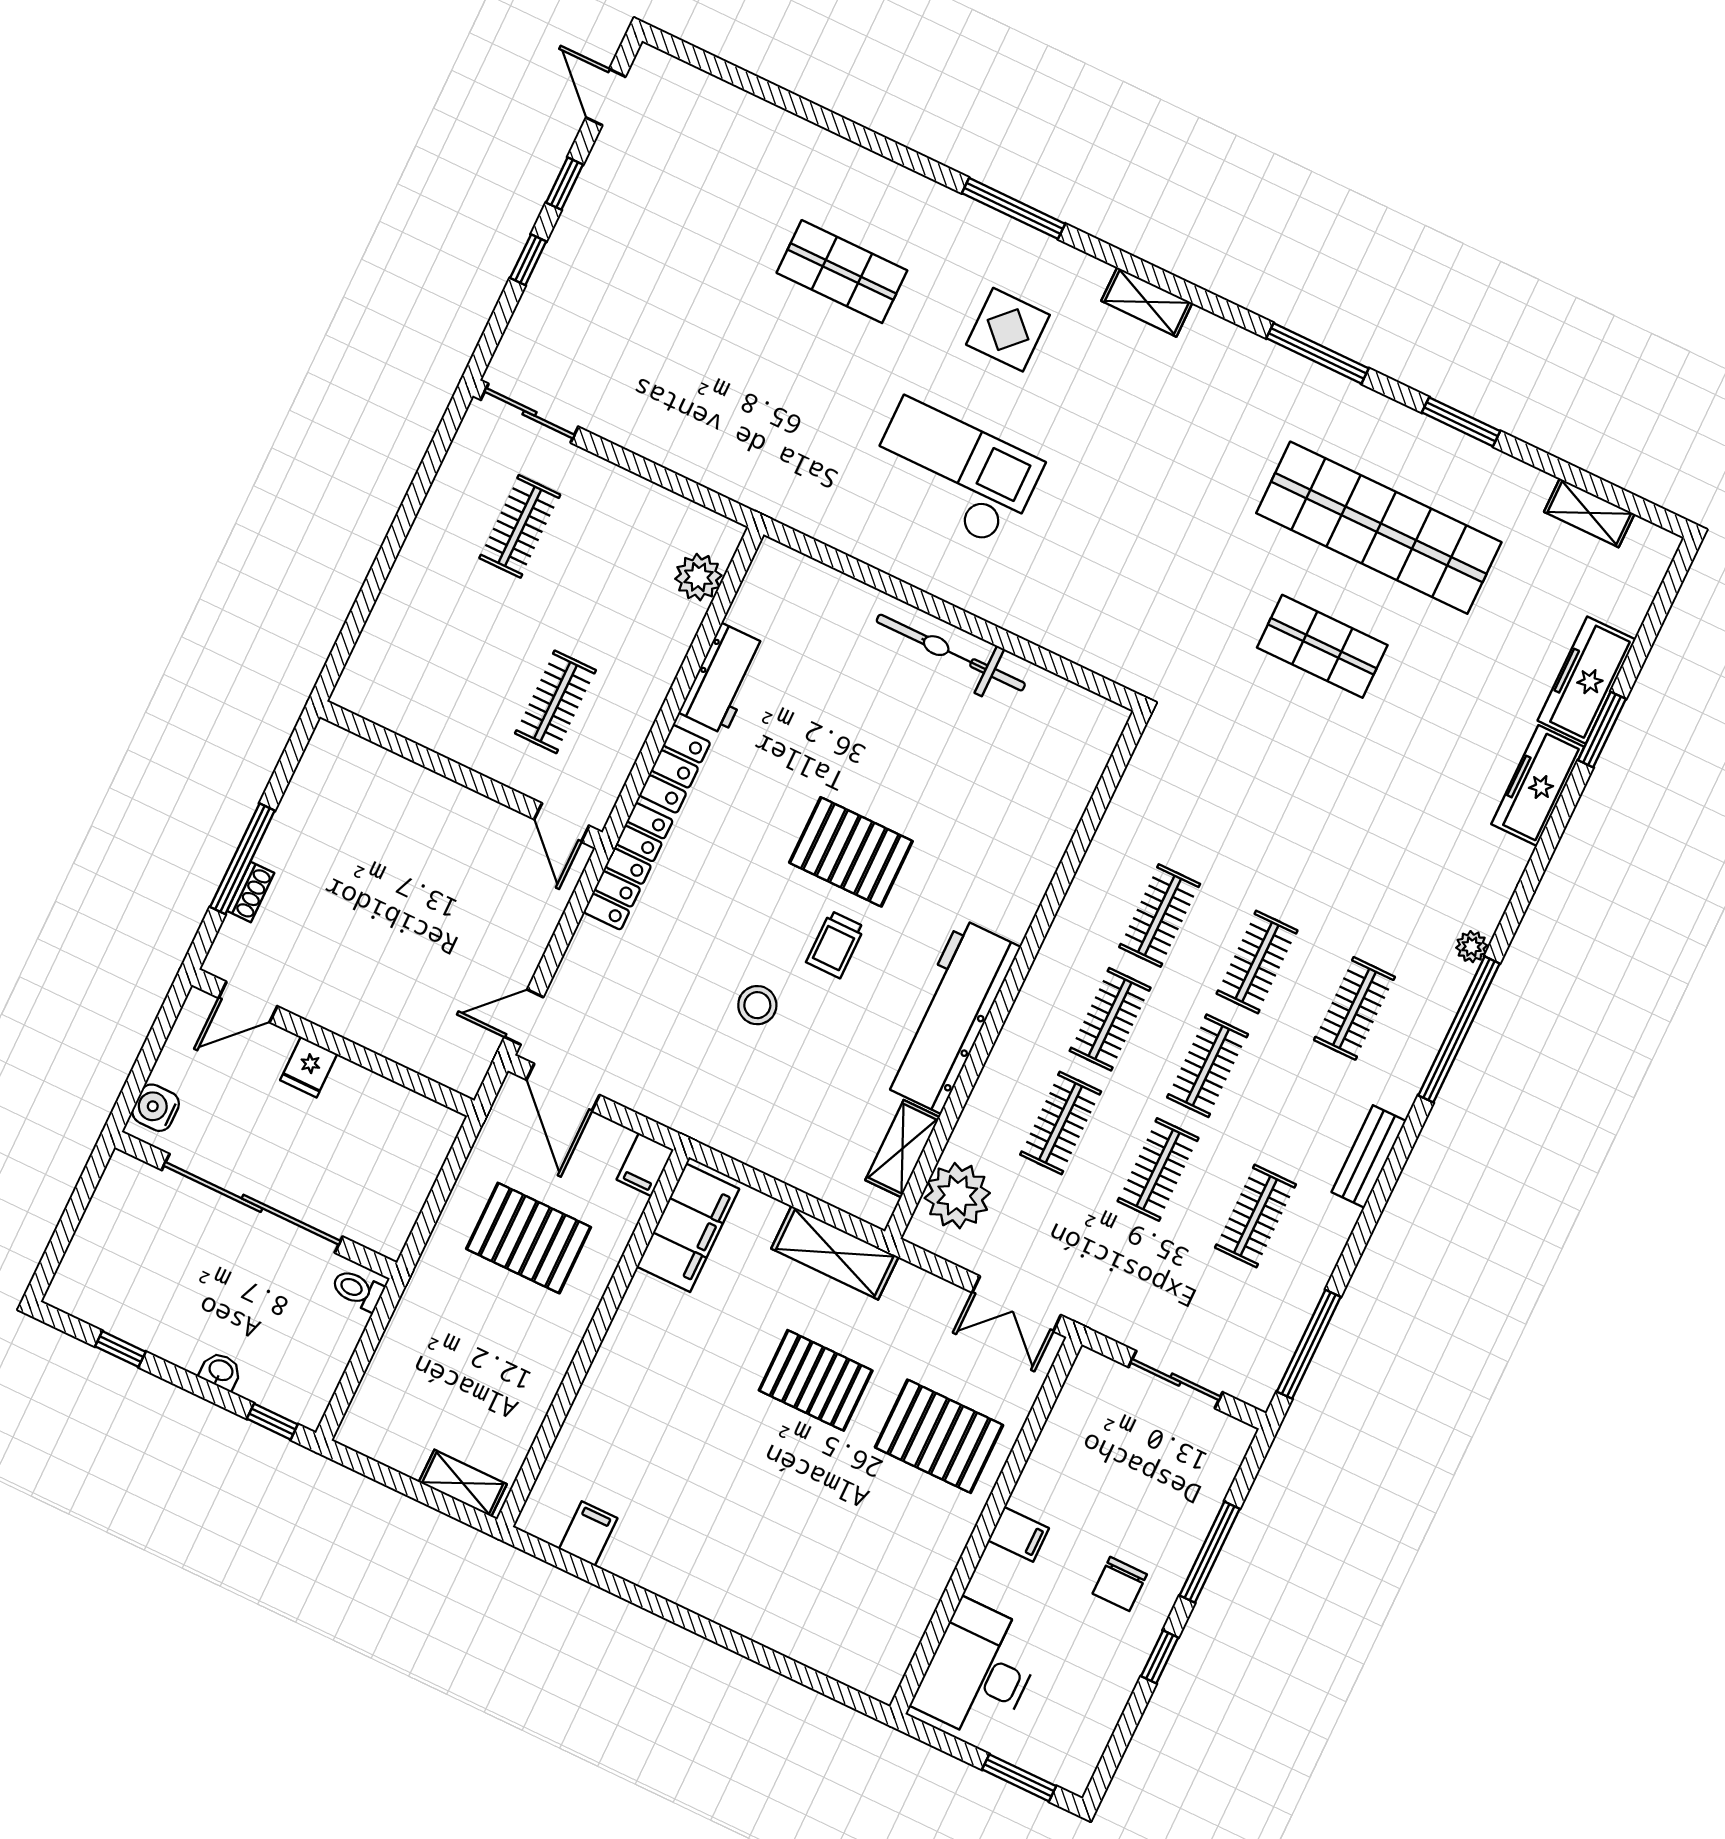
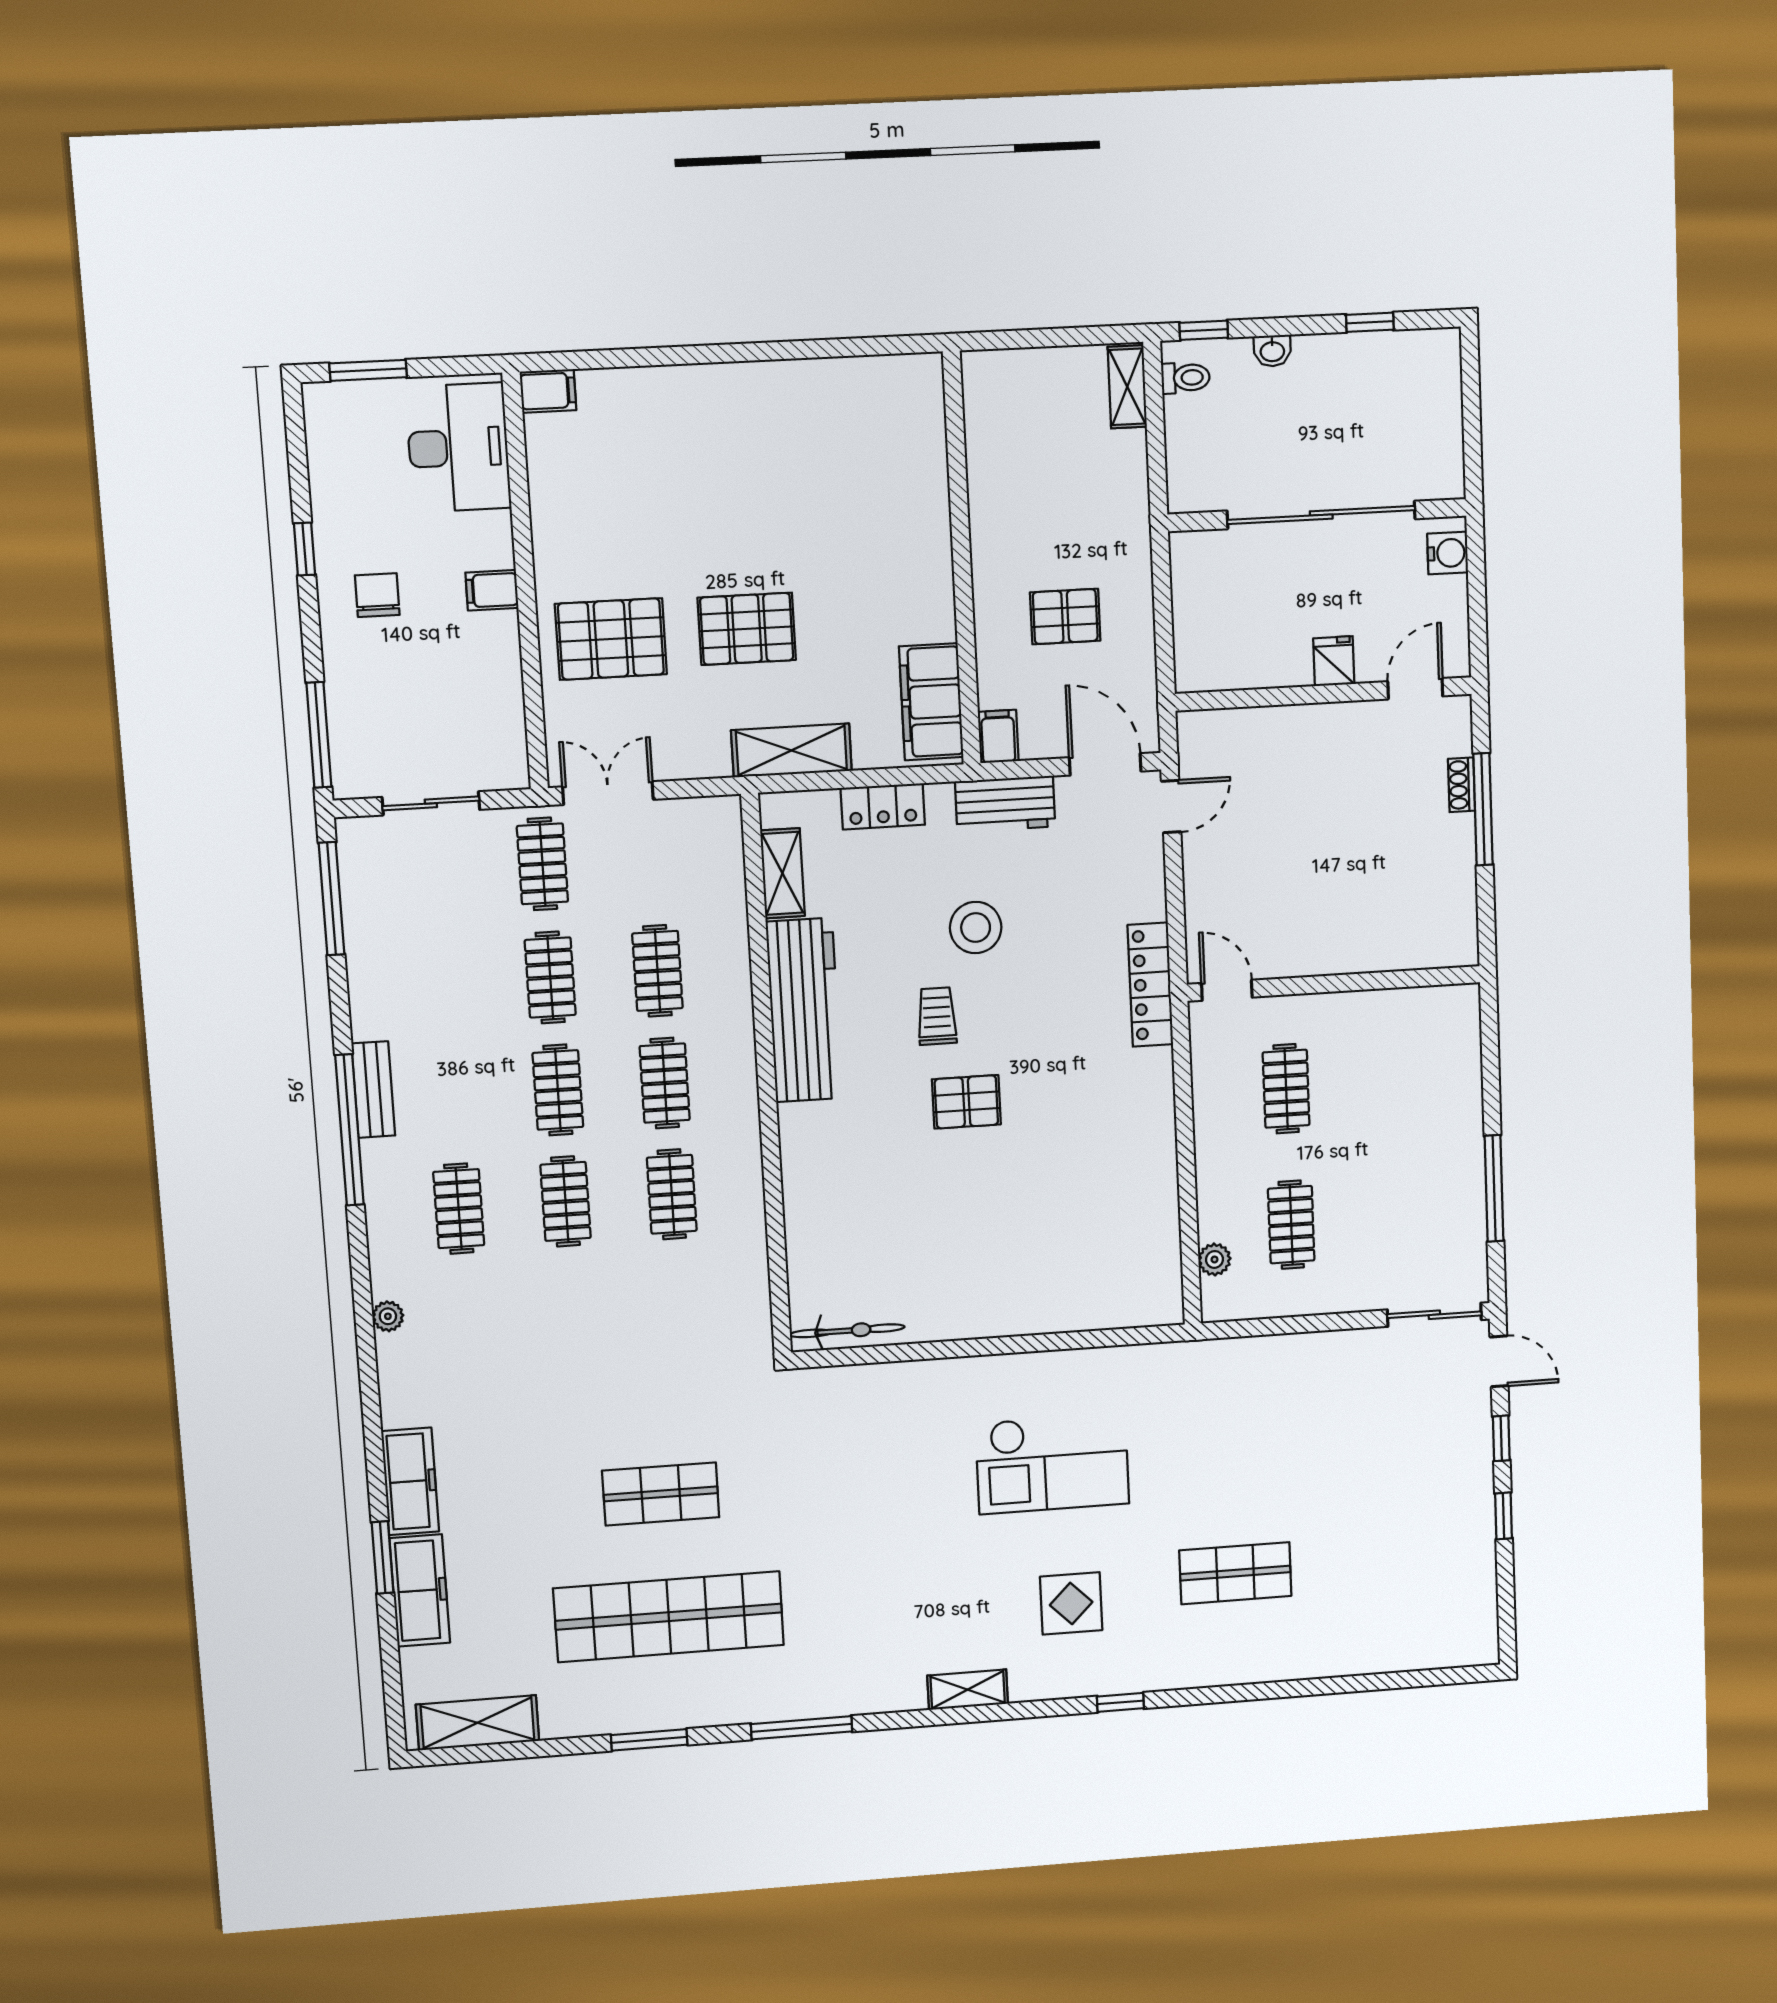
door: (606, 97) -> (1499, 1361), moved
window: (1014, 208) -> (1120, 1702), width x0.46
window: (413, 502) -> (1494, 1188), added
shelving: (1589, 513) -> (478, 1723), width x1.50, depth x1.33
clothes rail: (520, 526) -> (1291, 1225), moved
plant: (698, 577) -> (1214, 1259), width x0.73, depth x0.73
bicycle: (951, 653) -> (847, 1331), moved, width x0.73, depth x0.71
workbench: (723, 679) -> (1005, 804), moved, turned -90
locker: (675, 769) -> (883, 806), moved, turned -90
pallet: (851, 852) -> (966, 1102), width x0.67, depth x0.71
stool: (757, 1005) -> (976, 928), width x1.38, depth x1.38
window: (1459, 1029) -> (349, 1130), moved
plant: (957, 1196) -> (712, 859), removed
clothes rail: (1255, 1216) -> (542, 864), moved
pallet: (529, 1238) -> (1065, 617), width x0.67, depth x0.71
toilet: (358, 1290) -> (1185, 378), moved
shelving: (463, 1483) -> (1127, 387), moved, turned 90
filing cabinet: (588, 1534) -> (548, 391), moved, turned -90
window: (1210, 1552) -> (319, 735), moved

